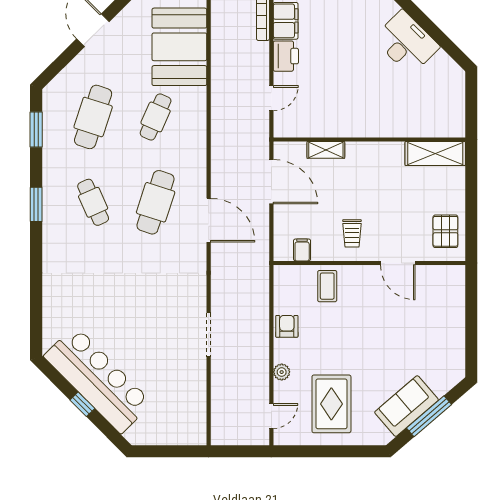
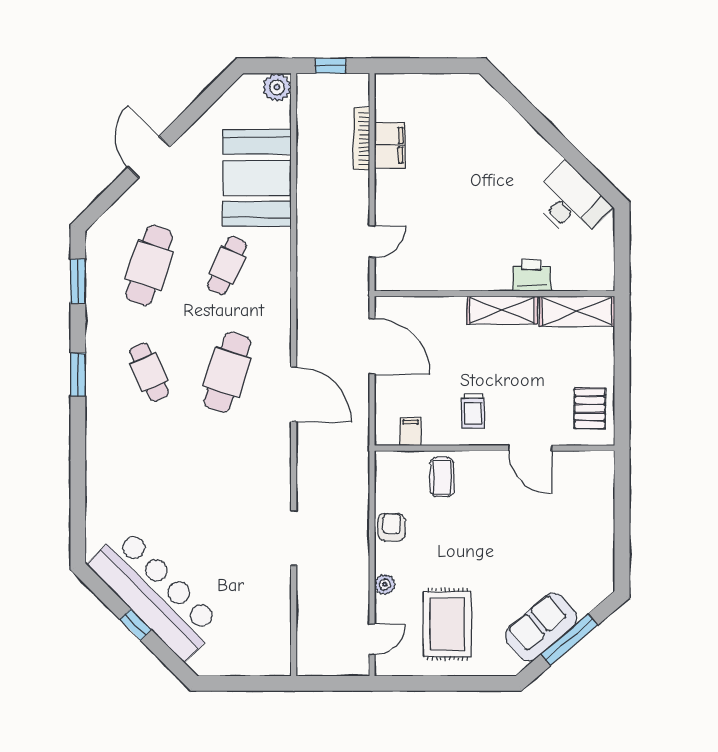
desk: (406, 43) -> (570, 202), moved
printer: (286, 56) -> (532, 275), moved, turned -90
shelving: (326, 150) -> (502, 310), moved, width x1.50, depth x1.33

